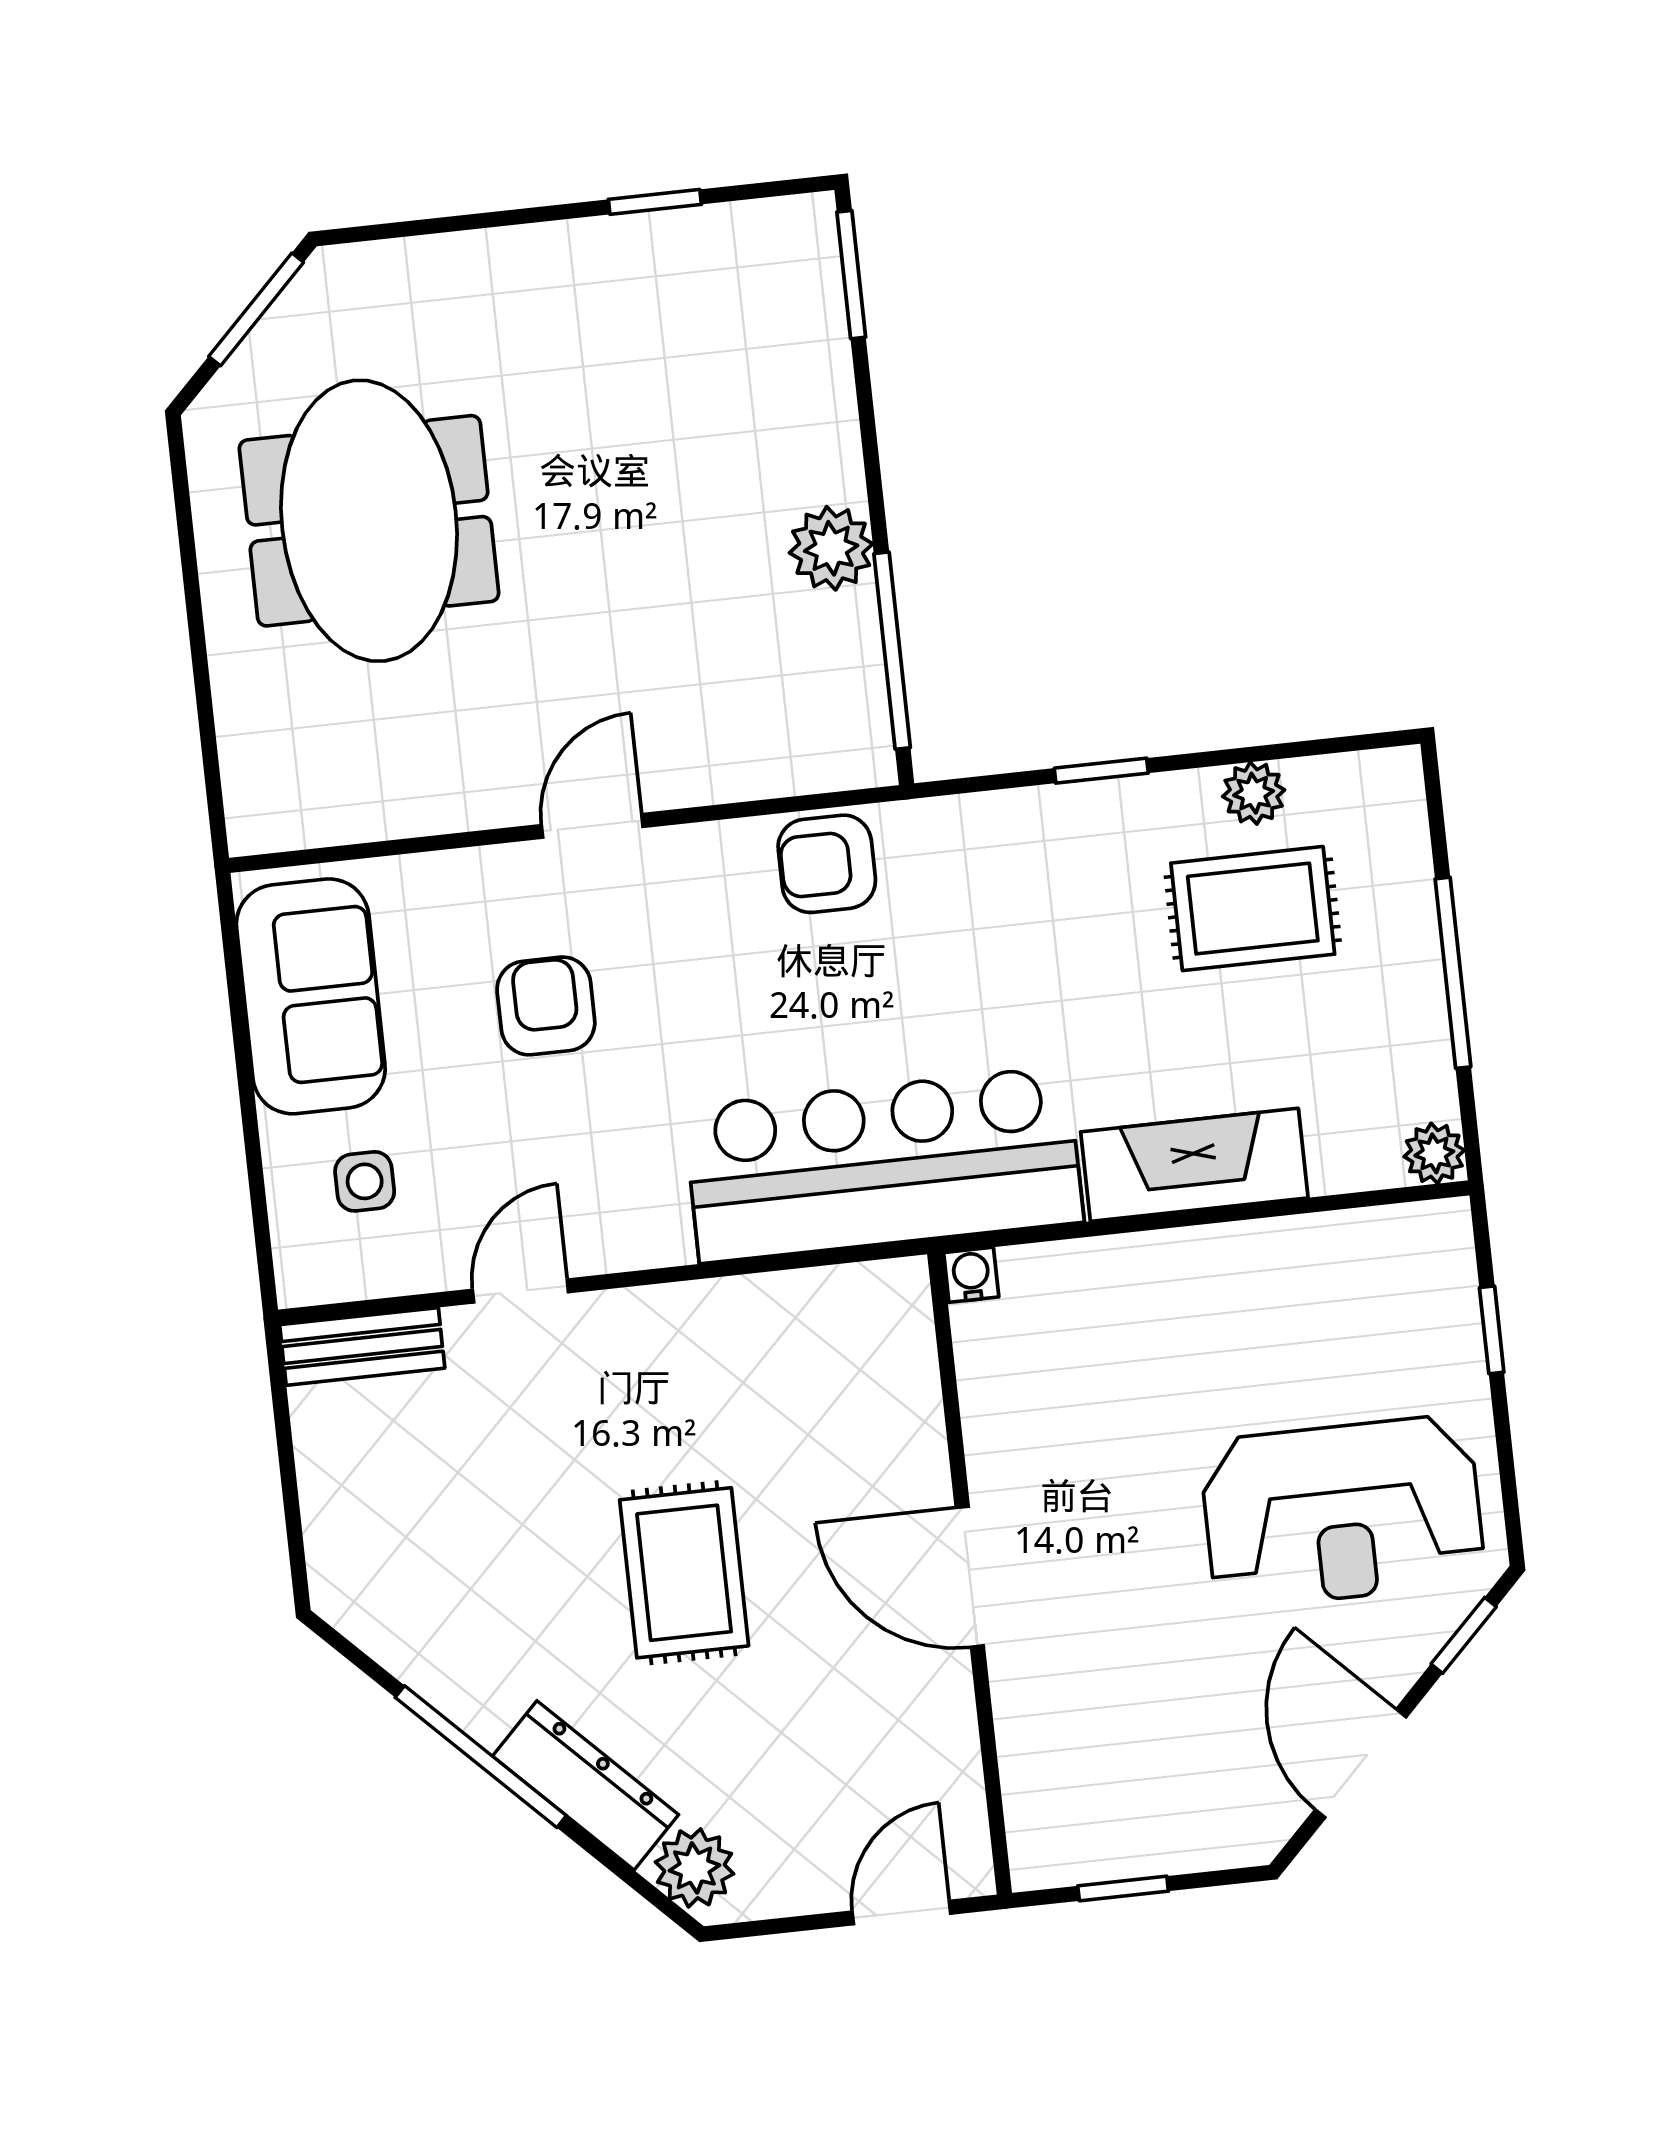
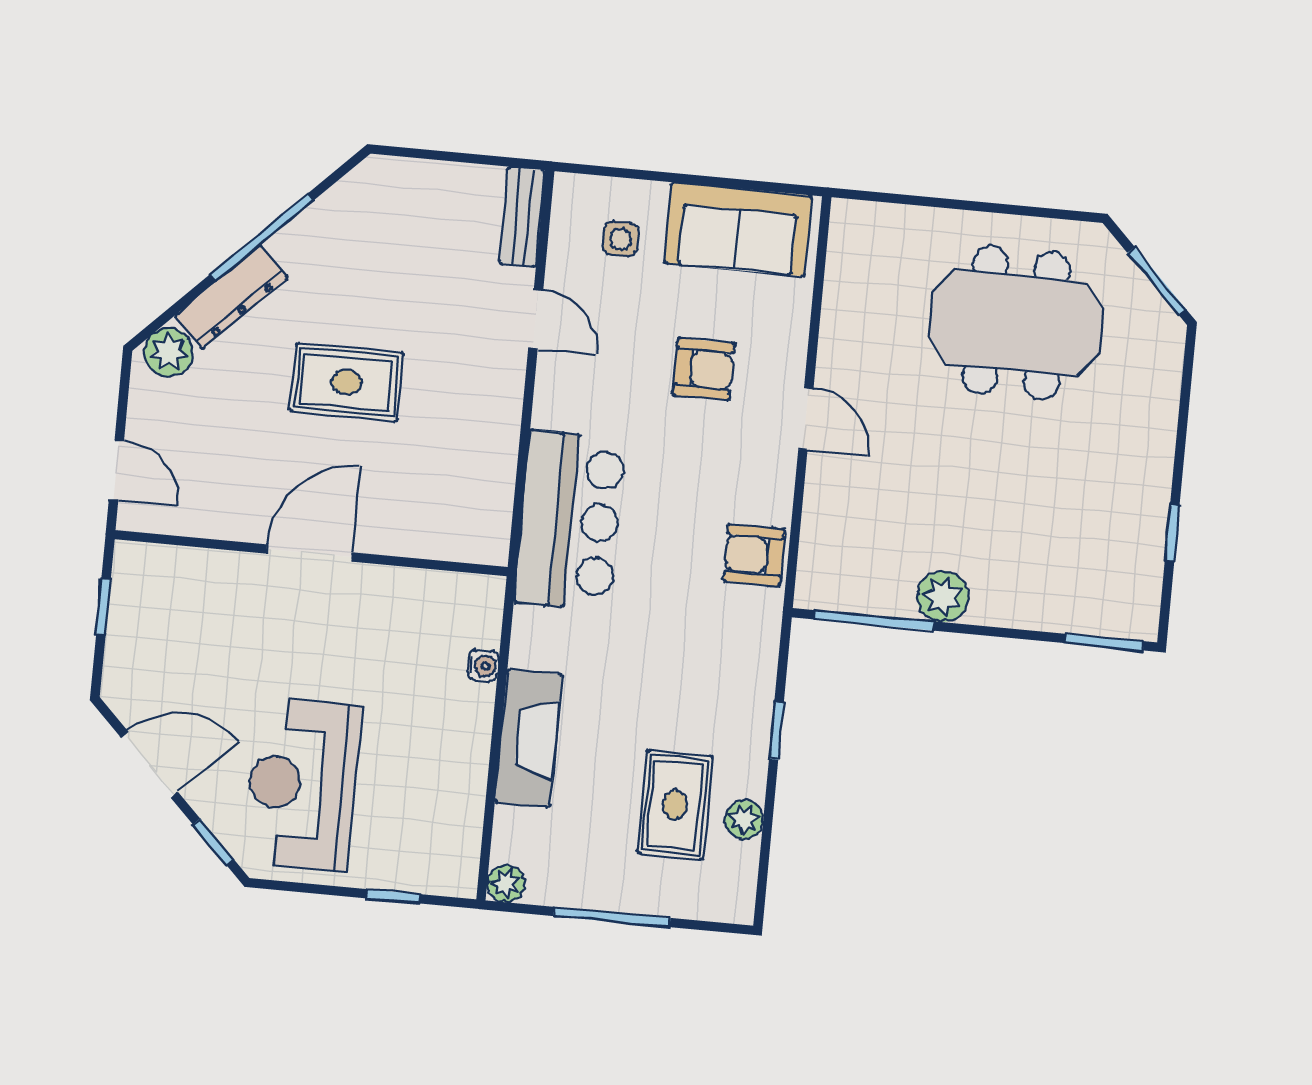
armchair: (827, 864) -> (754, 555), turned -90
bar counter: (883, 1165) -> (570, 520), width x0.73
water cooler: (971, 1275) -> (483, 666), moved

